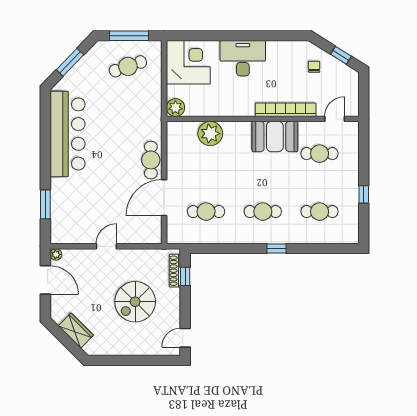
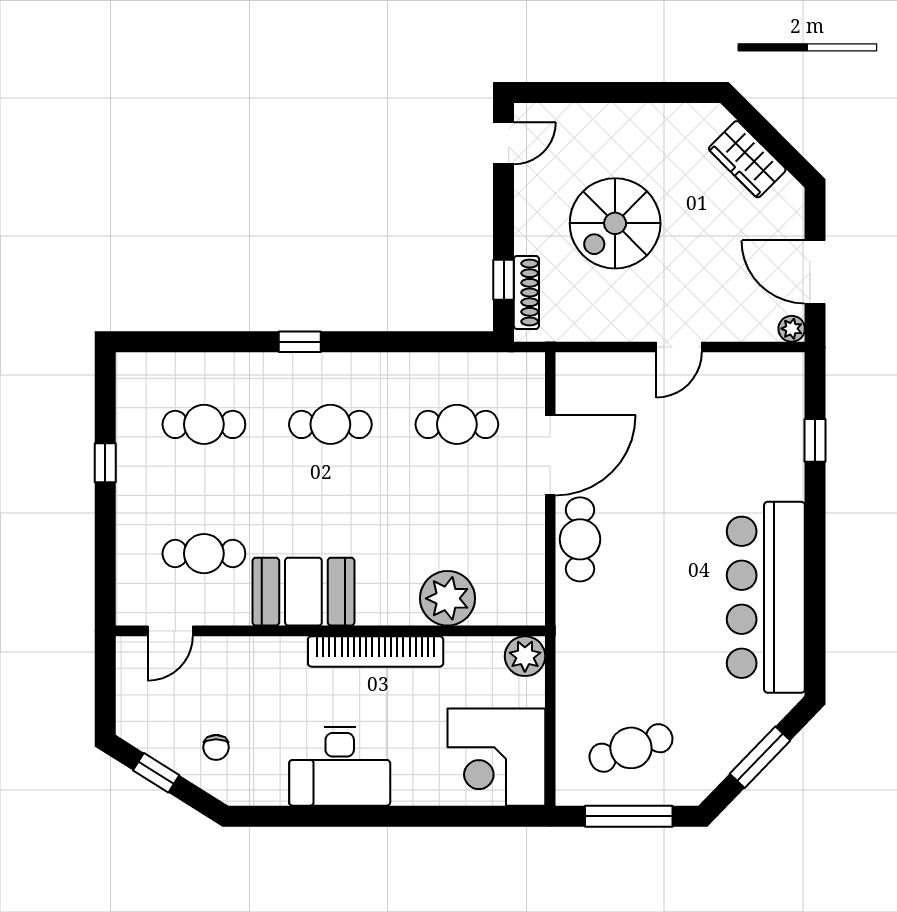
desk: (243, 58) -> (340, 766), moved
bookcase: (286, 110) -> (376, 651), moved
window: (45, 204) -> (815, 440), width x0.67
spiral stairs: (135, 302) -> (615, 223), turned 180

